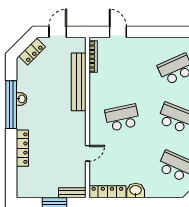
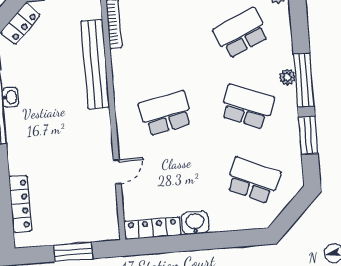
locker: (22, 148) -> (20, 204), moved
bench: (72, 193) -> (99, 234), removed

